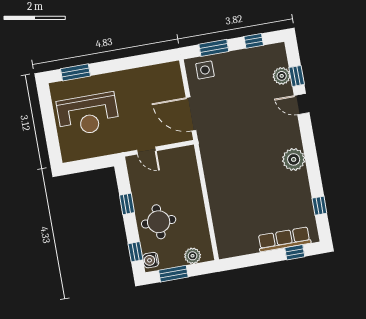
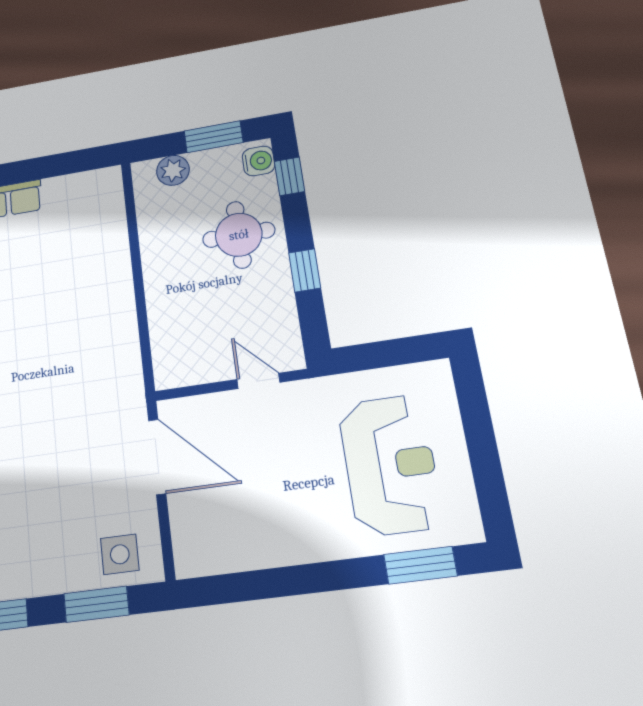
reception desk: (88, 114) -> (390, 465), turned 90

